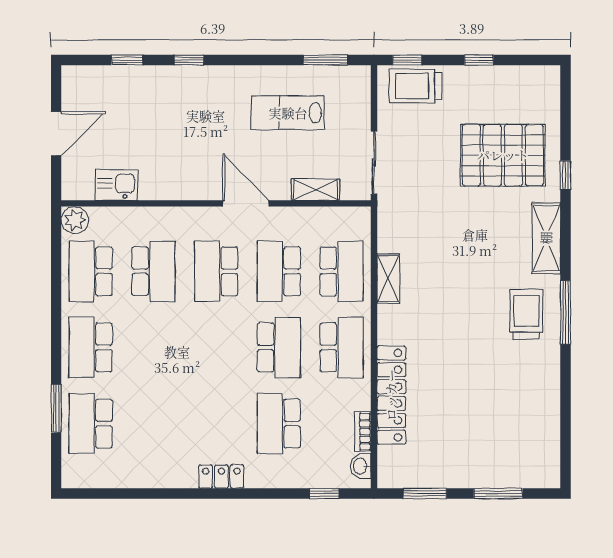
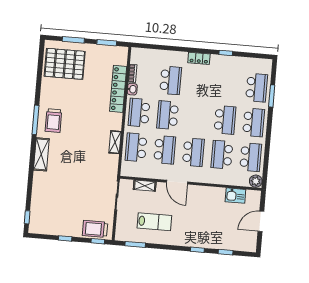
trolley: (416, 86) -> (95, 229), turned 180
pallet: (503, 155) -> (65, 64), moved
window: (565, 175) -> (27, 217), moved
school desk: (153, 347) -> (225, 120), added
washbasin: (361, 466) -> (132, 89), moved
window: (324, 493) -> (226, 53), moved

